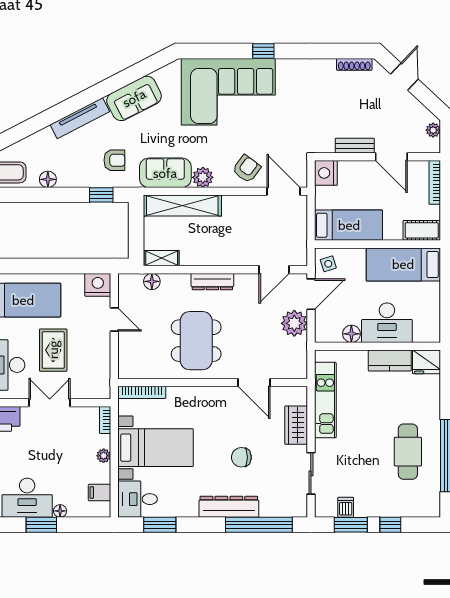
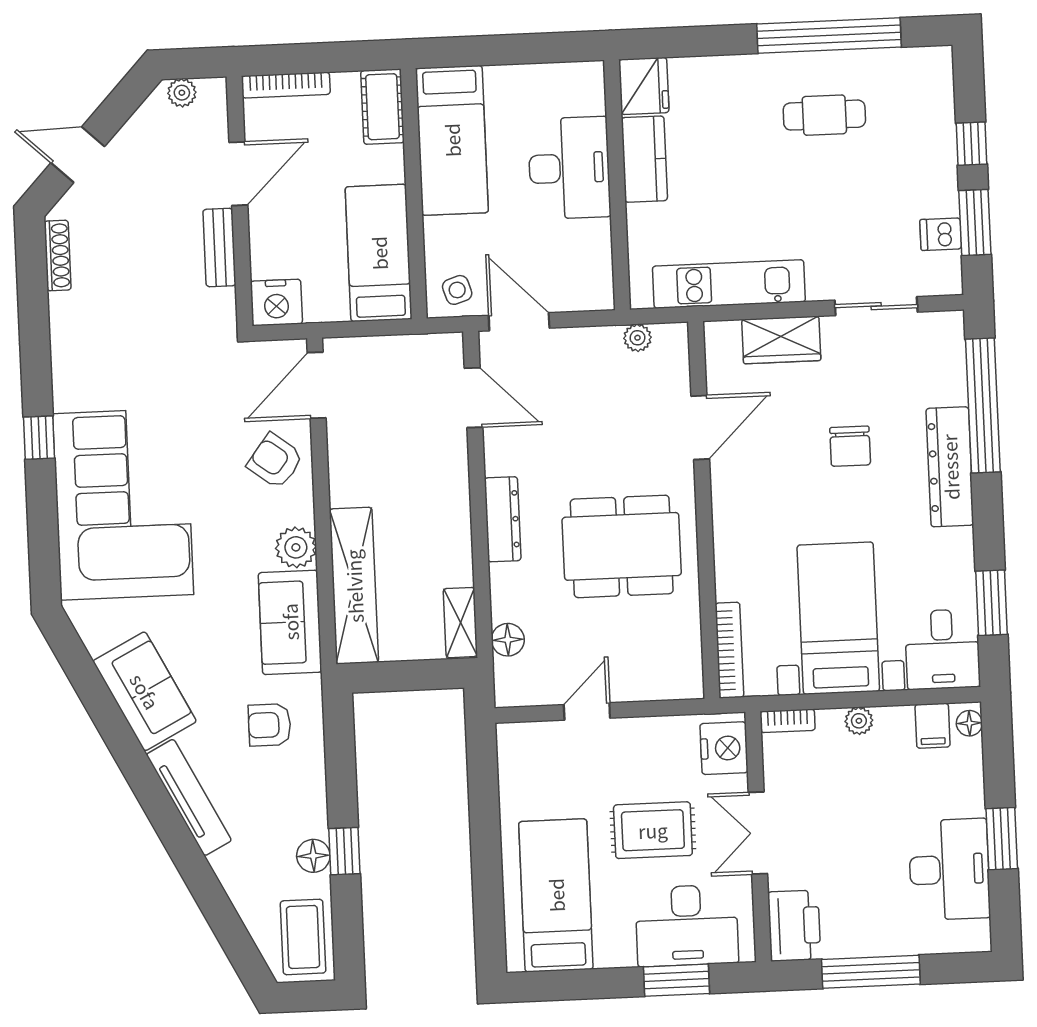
armchair: (114, 160) -> (270, 725), turned -90
window: (101, 195) -> (344, 851), moved
nightstand: (98, 285) -> (724, 748), moved, turned 180
plant: (294, 323) -> (637, 338), moved, width x0.53, depth x0.53
floor lamp: (351, 334) -> (595, 238), removed
cafe table: (408, 452) -> (824, 115), width x0.73, depth x0.74
floor lamp: (60, 511) -> (969, 723), moved

